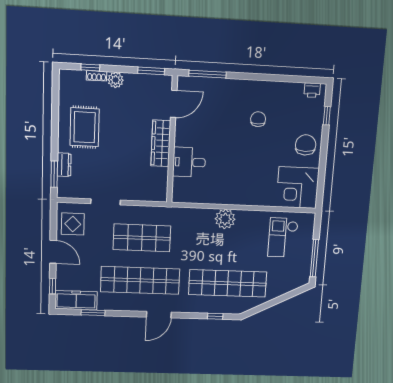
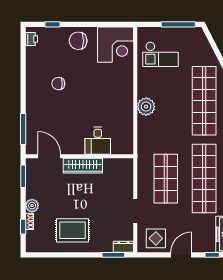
dresser: (64, 165) -> (123, 247), moved

